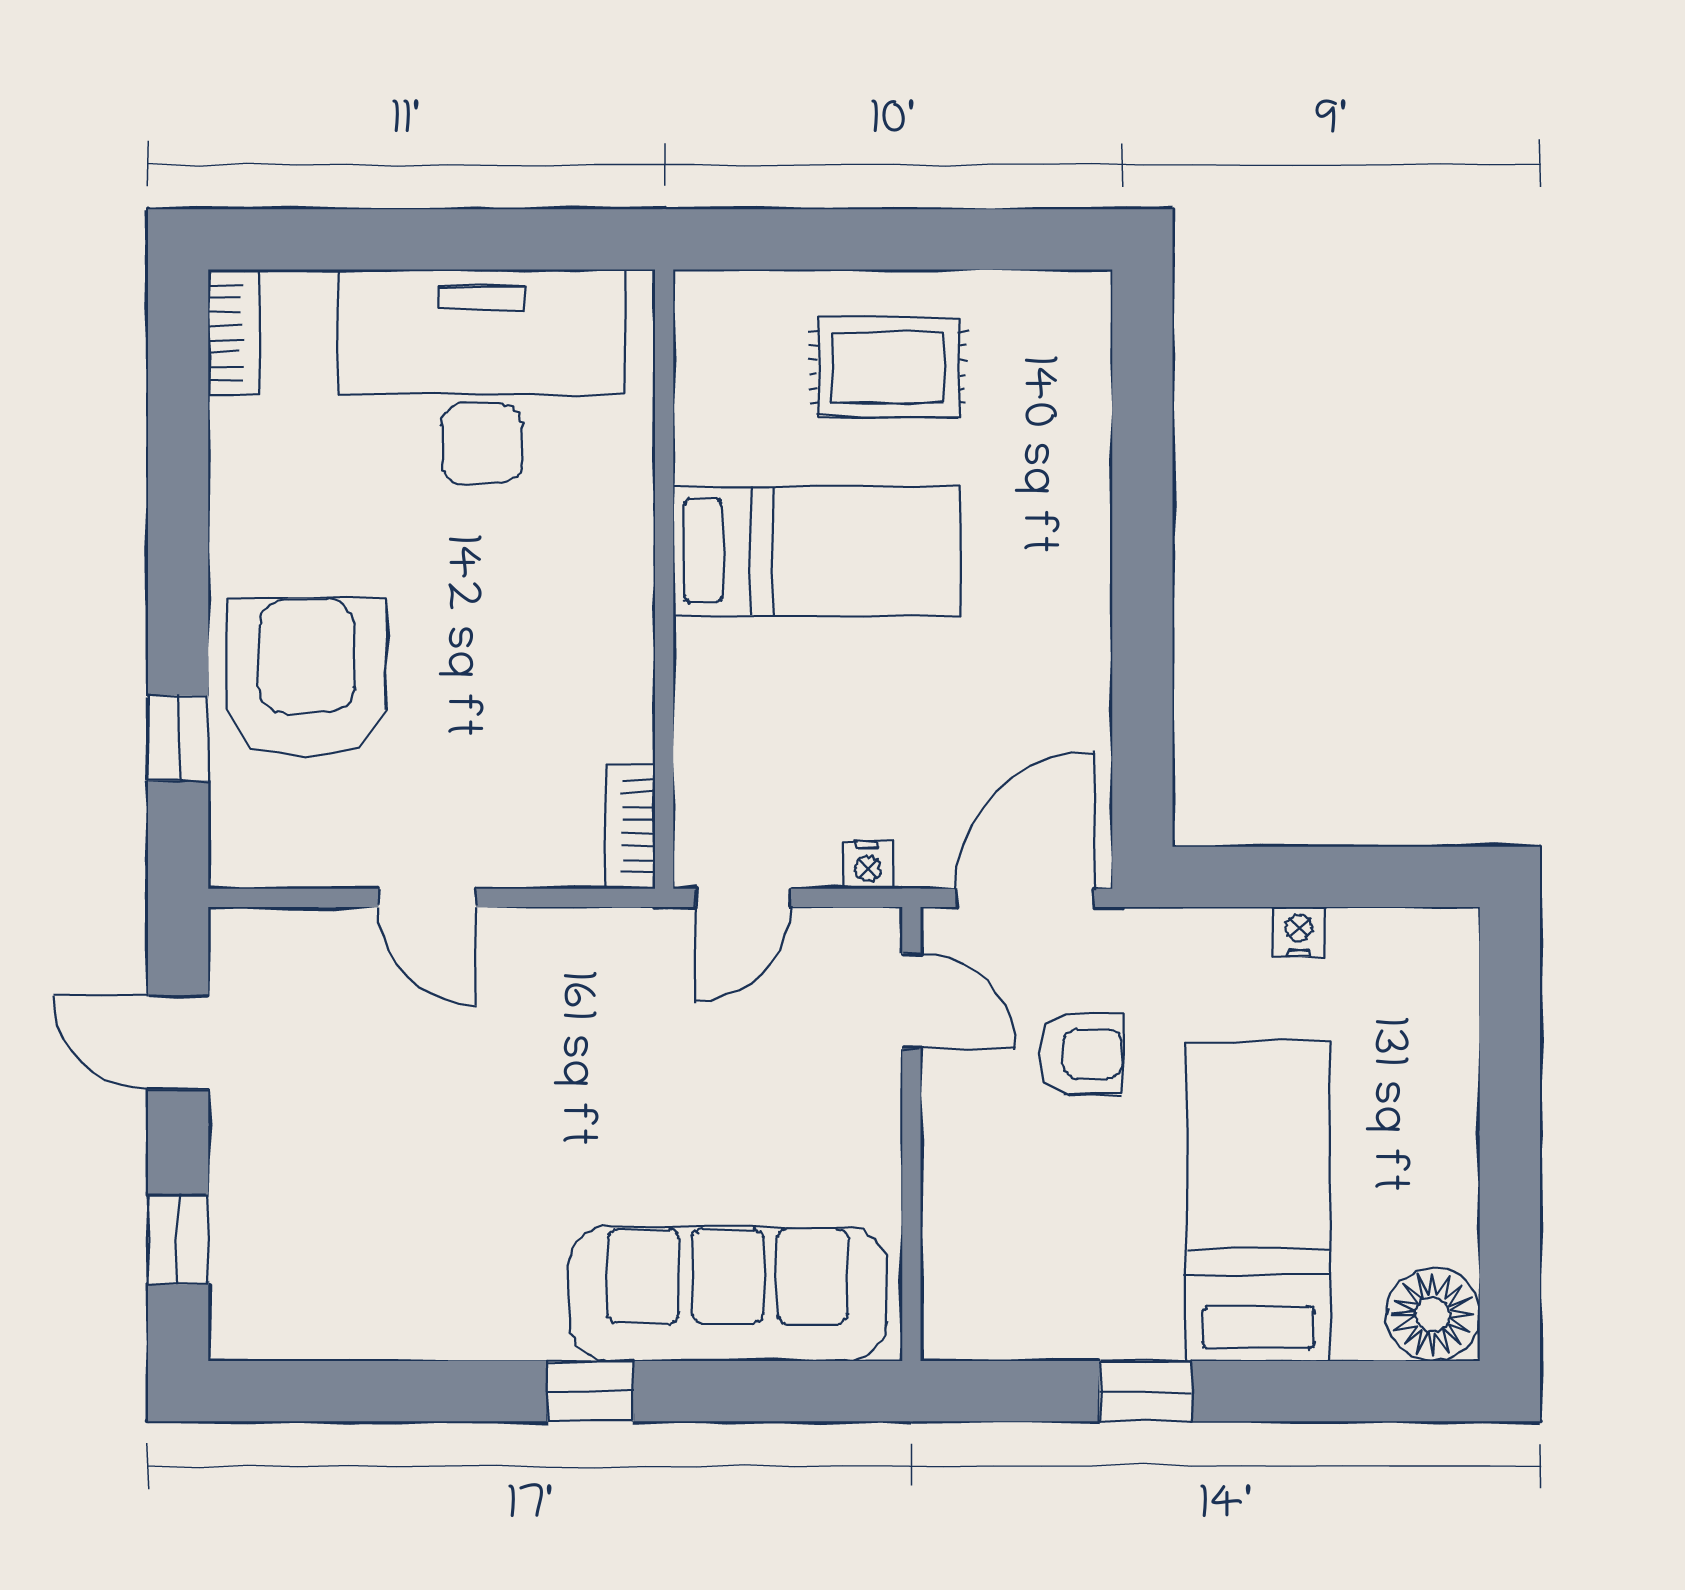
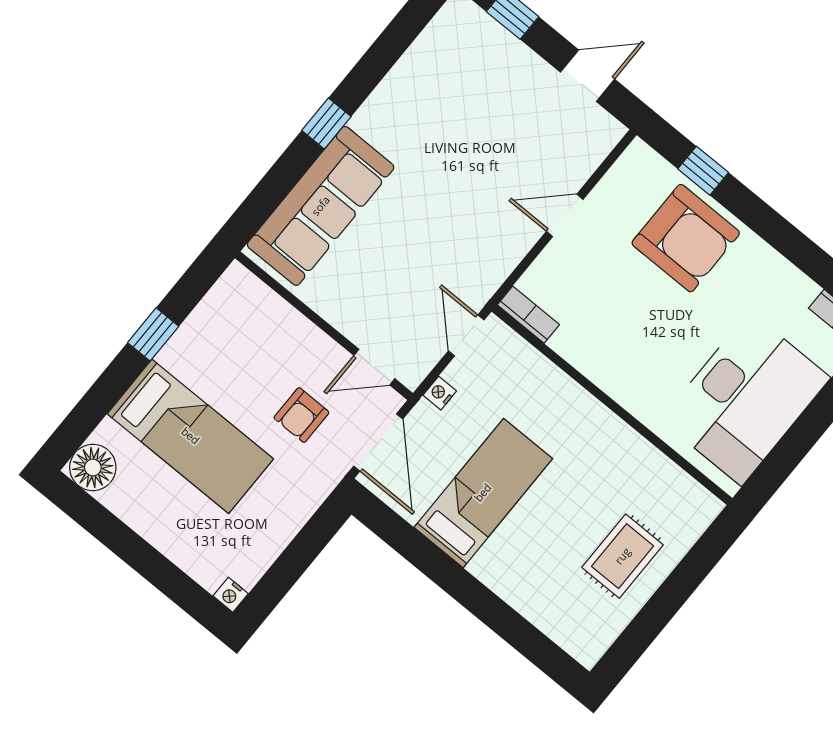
bed: (817, 551) -> (483, 493), moved, turned 180
nightstand: (1299, 932) -> (231, 595), moved, turned 90

